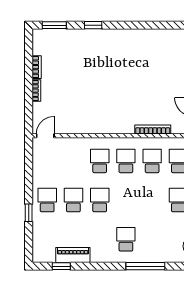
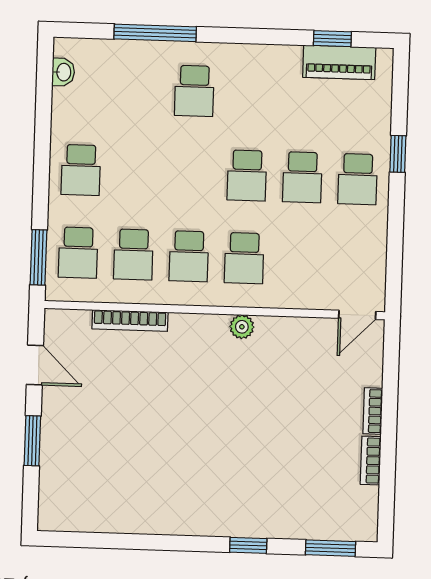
plant: (100, 128) -> (242, 327), added
piano: (73, 255) -> (339, 62), moved

